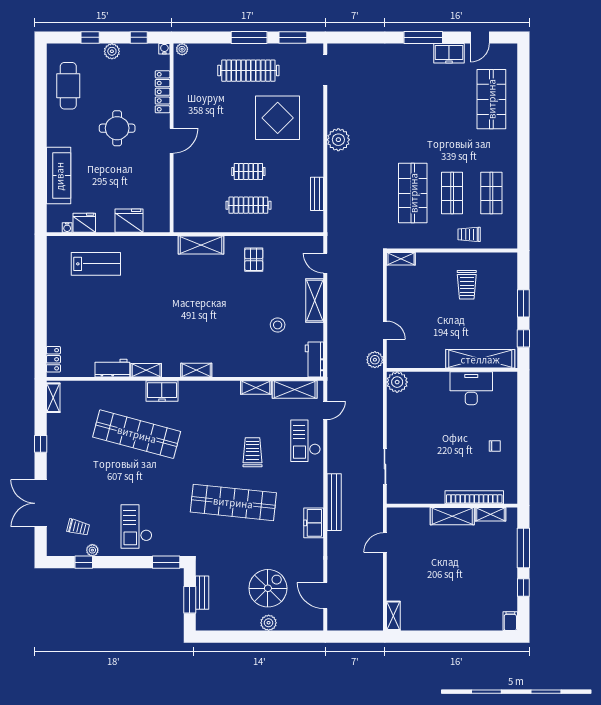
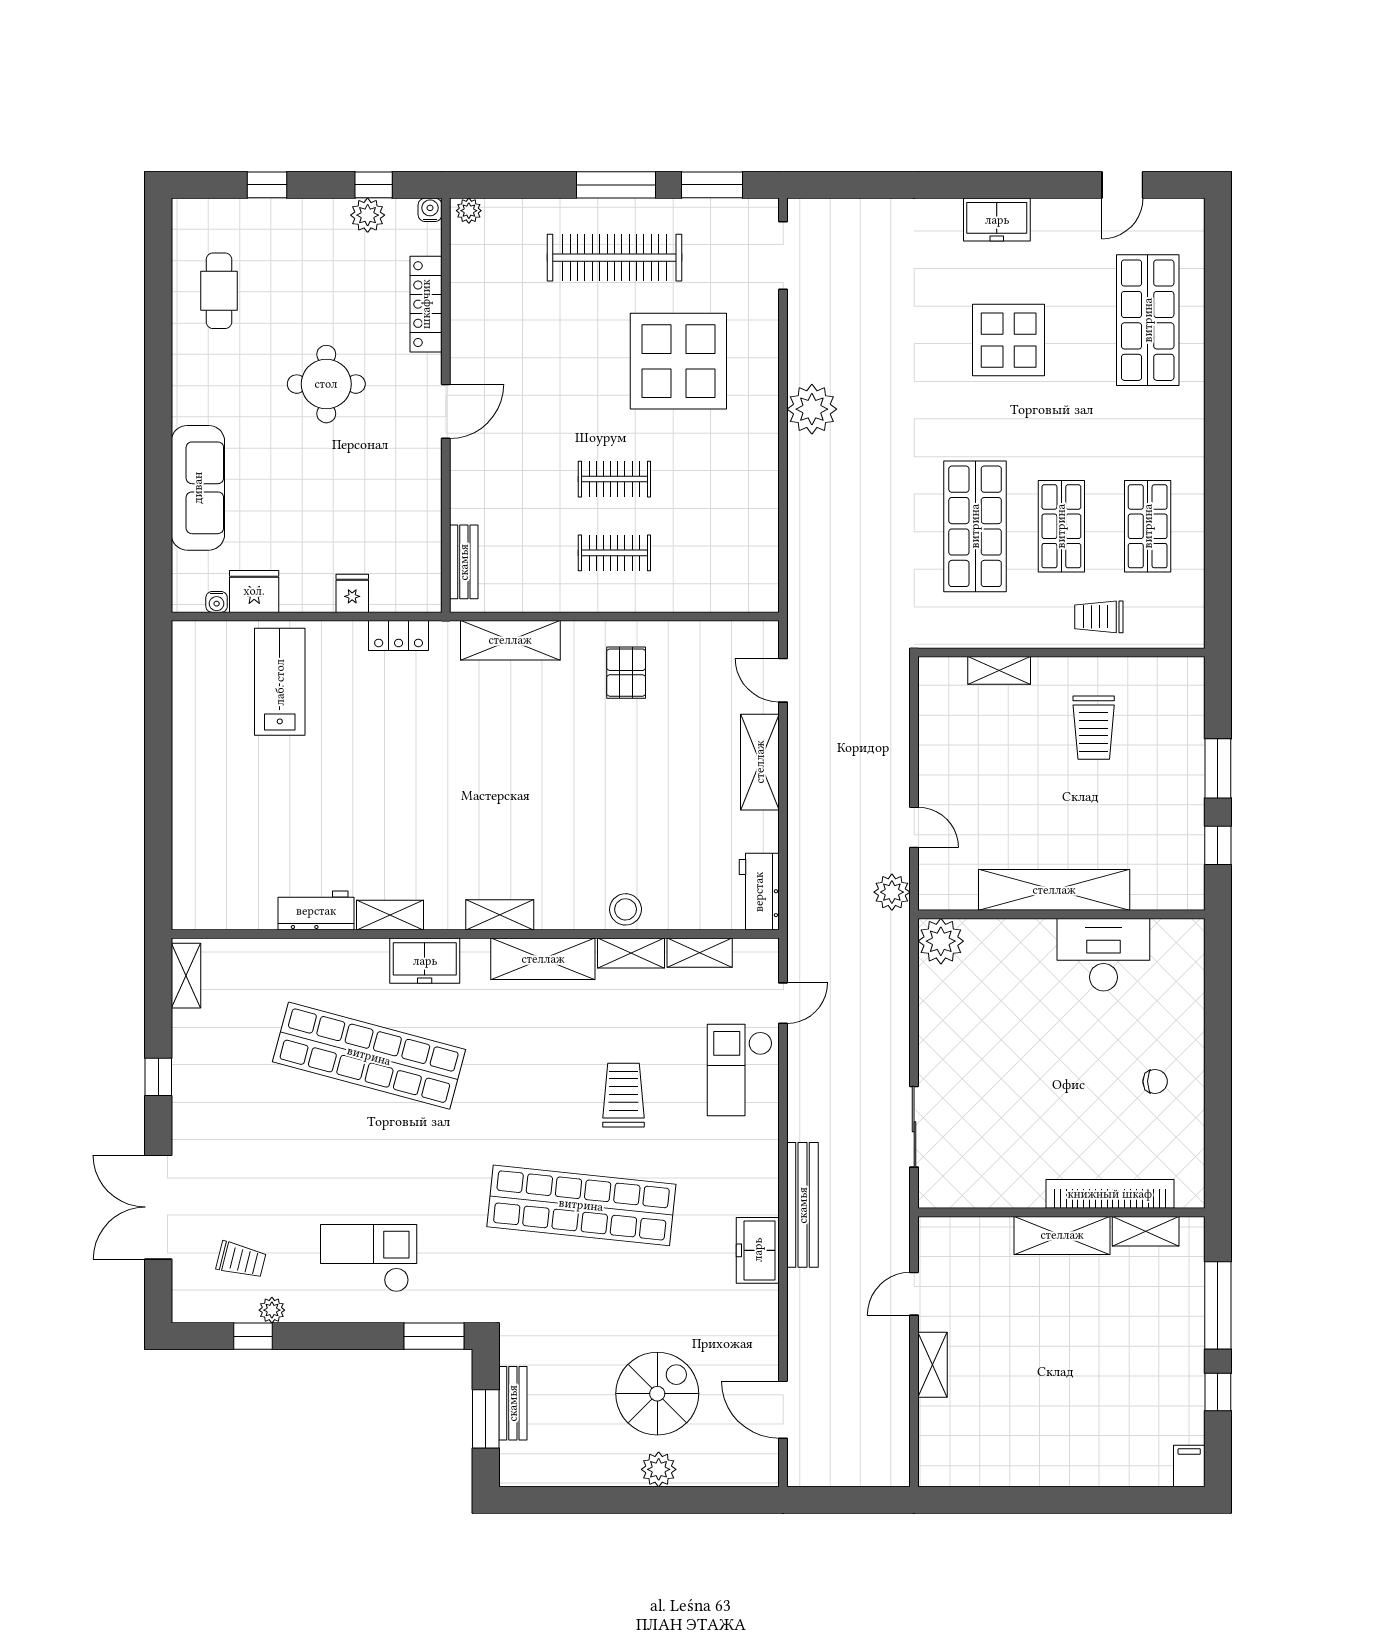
window: (423, 37) -> (998, 185), removed
plant: (112, 51) -> (368, 215), moved
freezer: (449, 53) -> (997, 220), moved
cafe table: (68, 86) -> (219, 291), width x0.73, depth x0.74
display table: (428, 108) -> (1009, 340), added
bench: (317, 194) -> (464, 562), moved
clothes rail: (248, 205) -> (614, 553), width x0.73
fridge: (129, 221) -> (352, 593), width x0.53, depth x0.75
shelving: (401, 259) -> (999, 670), moved
lab bench: (96, 264) -> (280, 682), turned -90
stool: (278, 325) -> (626, 909), moved
locker: (53, 359) -> (399, 635), moved, turned 90
shelving: (480, 359) -> (1054, 890), moved
shelving: (216, 390) -> (543, 959), added
shelving: (295, 390) -> (700, 953), width x0.67, depth x0.75
checkout: (136, 527) -> (369, 1258), turned 90
shelving: (393, 616) -> (933, 1365), moved

